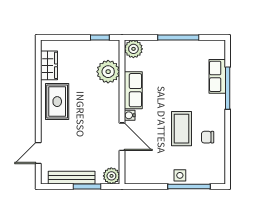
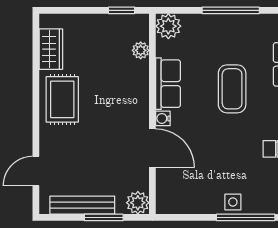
plant: (108, 72) -> (141, 50), width x0.53, depth x0.53
coffee table: (182, 129) -> (232, 89), moved

